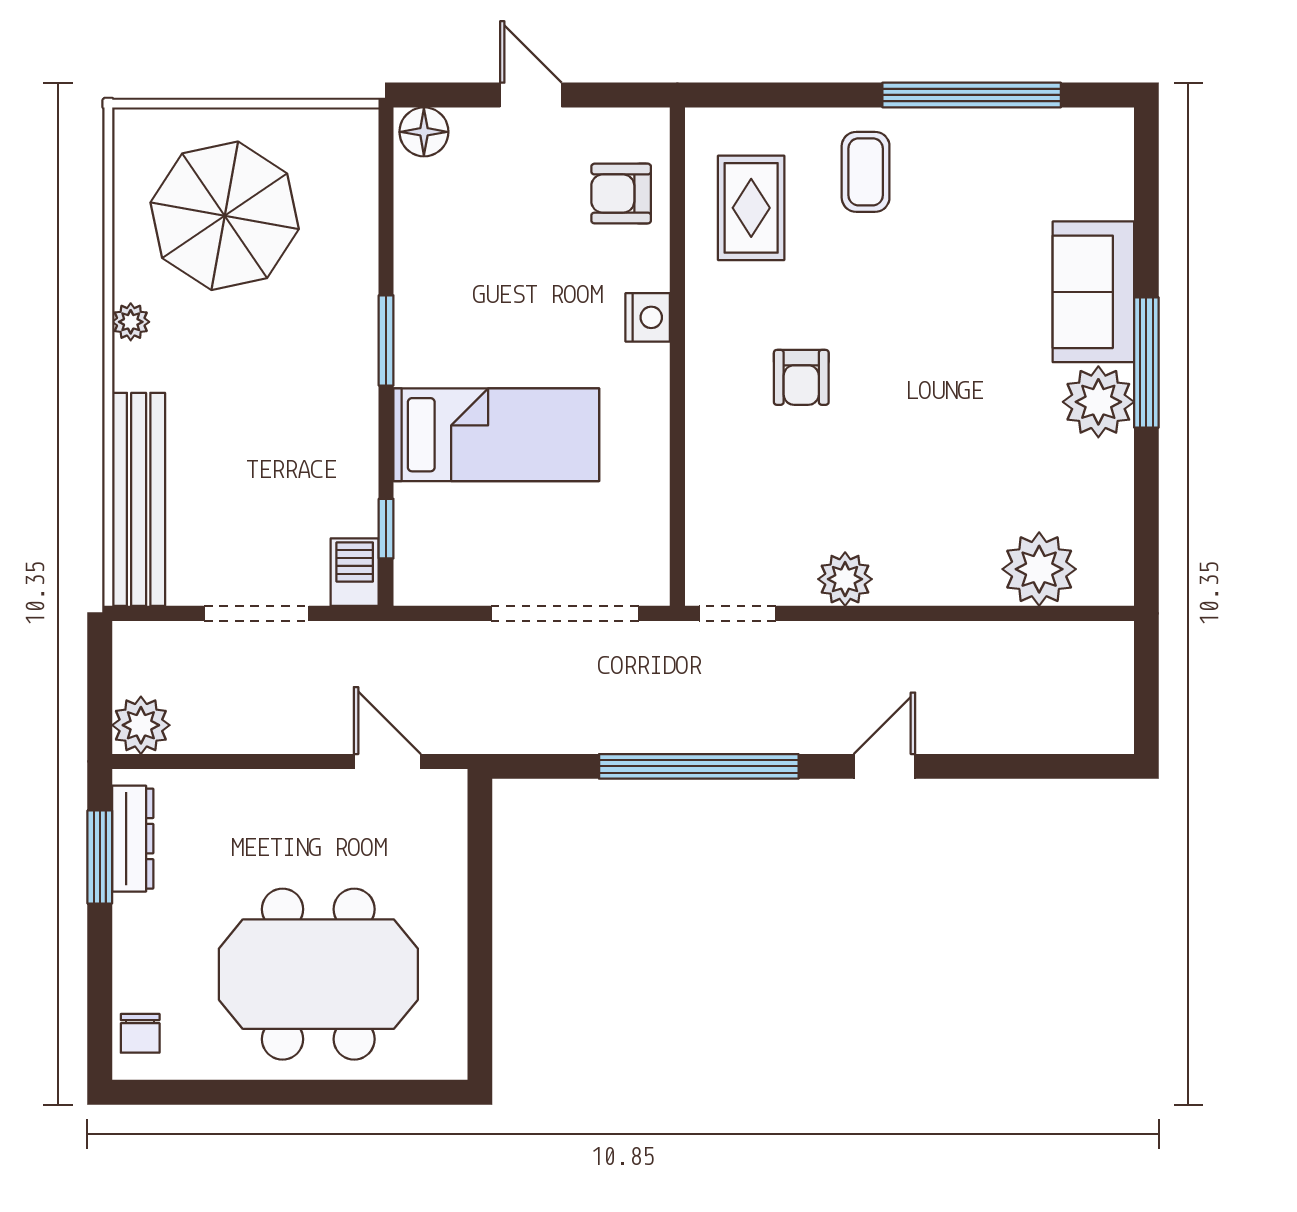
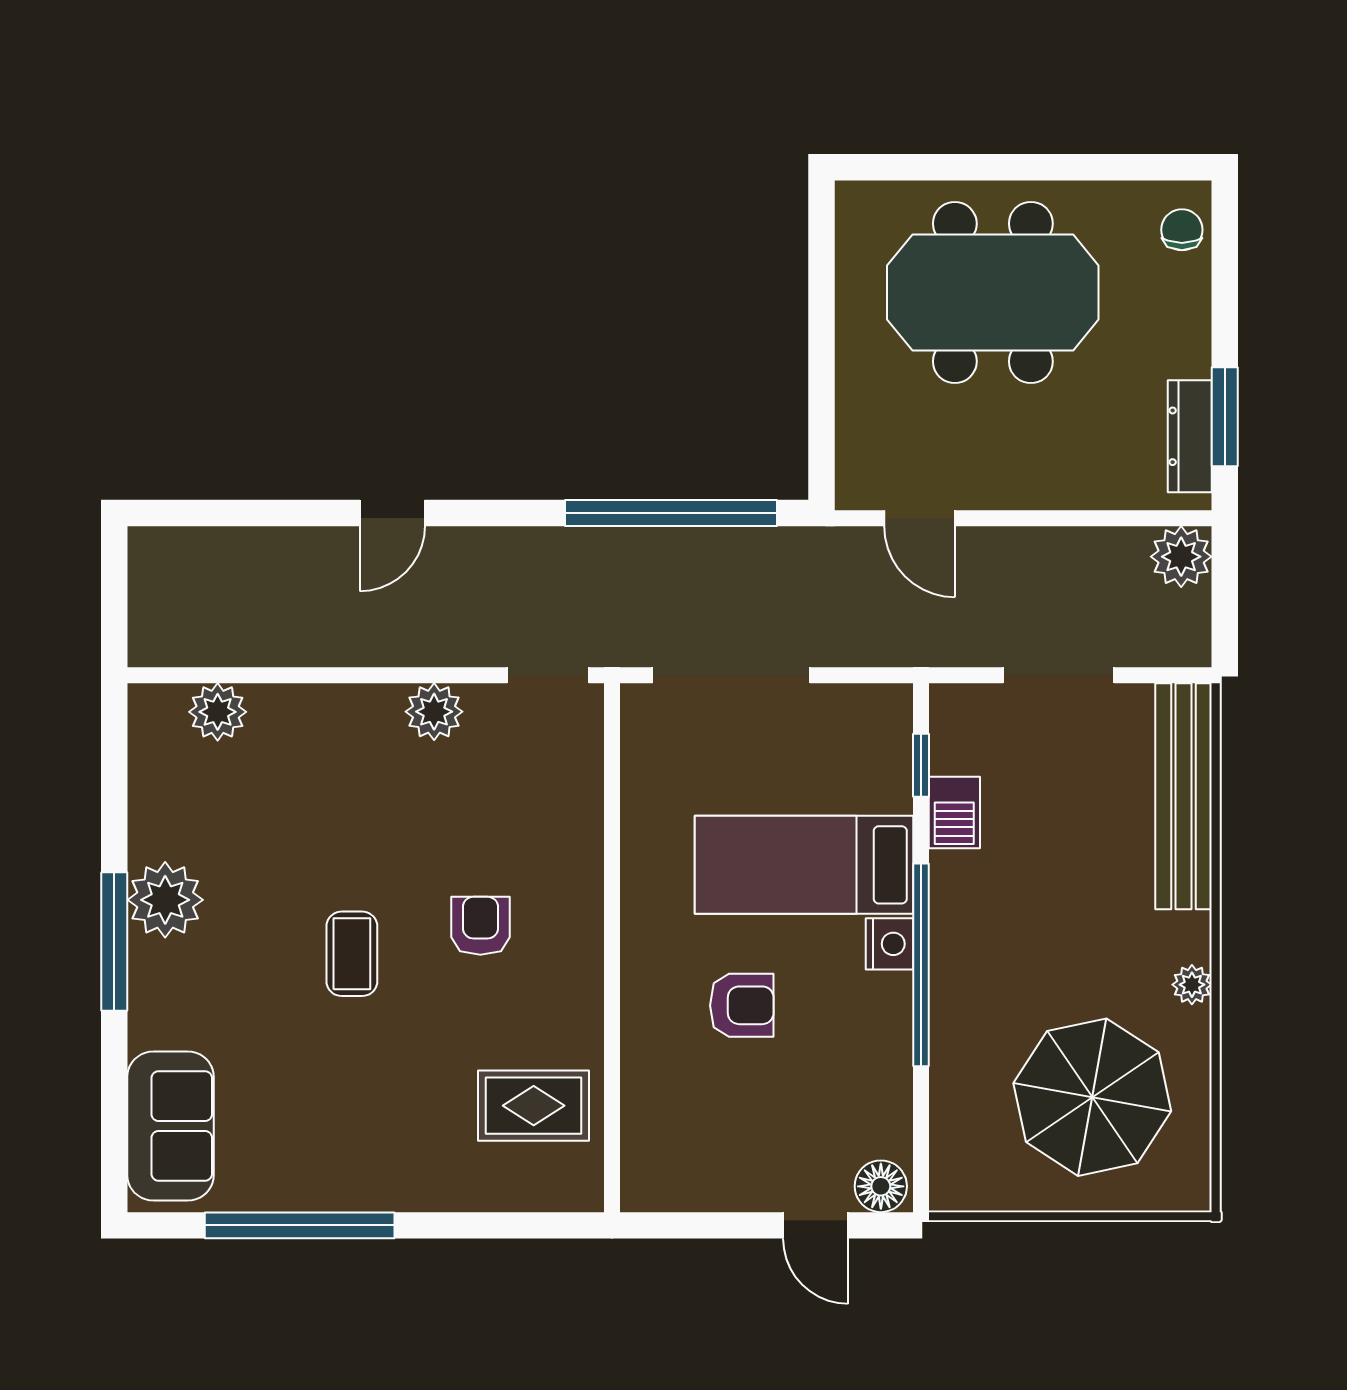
door: (531, 95) -> (816, 1225), moved
coffee table: (866, 172) -> (352, 954), moved
armchair: (621, 194) -> (742, 1005), moved
rug: (751, 208) -> (534, 1106), turned 90
sofa: (1093, 292) -> (171, 1126), moved
nightstand: (648, 317) -> (889, 944), moved, turned 180
window: (386, 340) -> (921, 965), width x2.11
plant: (1039, 569) -> (218, 712), width x0.73, depth x0.73
barbecue: (355, 572) -> (954, 812), moved
window: (699, 766) -> (671, 513), moved

